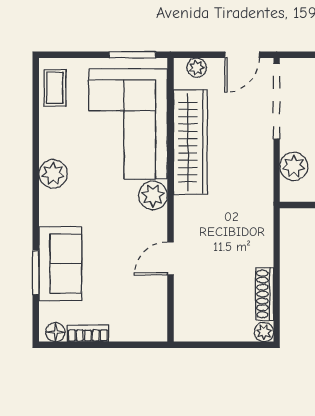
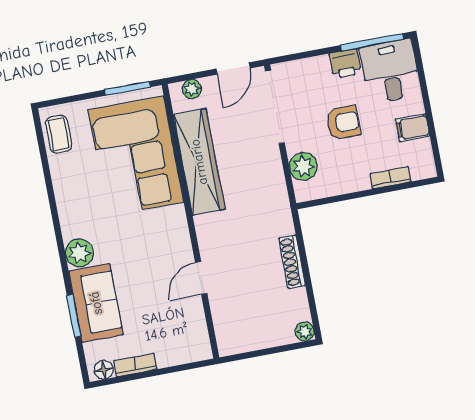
plant: (53, 174) -> (79, 253), moved
plant: (153, 195) -> (173, 220), removed
shoe rack: (265, 294) -> (292, 262), moved

